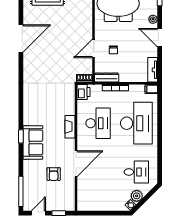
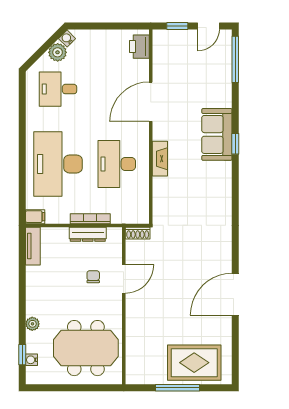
door: (160, 38) -> (22, 295), removed
dresser: (107, 77) -> (88, 234), moved
printer: (83, 92) -> (139, 47), moved
armchair: (54, 174) -> (185, 86), removed

